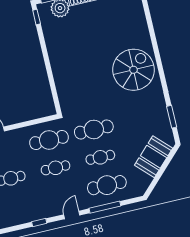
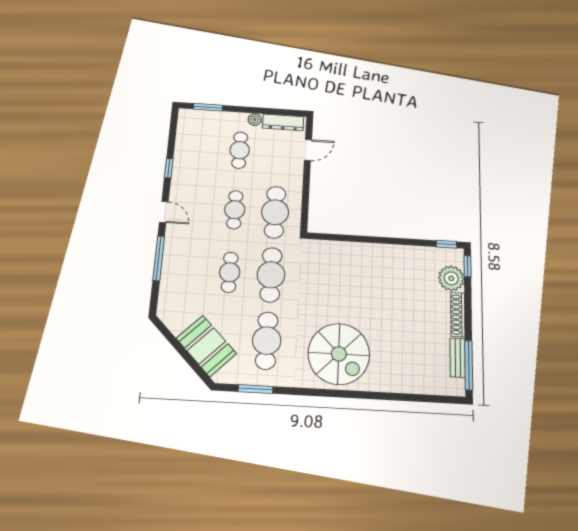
cafe table: (107, 185) -> (267, 341), moved

